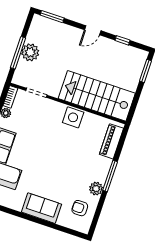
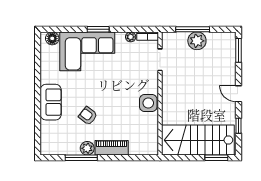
stairs: (97, 96) -> (198, 140), moved, turned -90
piano: (111, 141) -> (112, 148), moved
window: (110, 176) -> (81, 158), moved
armchair: (80, 208) -> (88, 116), moved, turned -52

